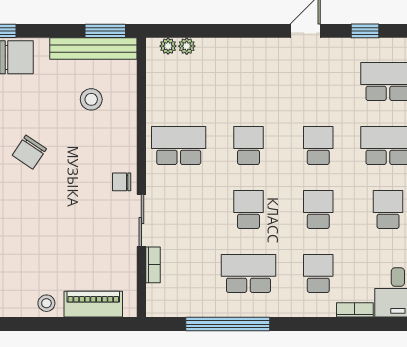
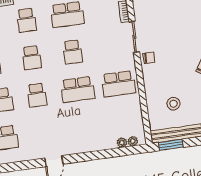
window: (365, 31) -> (19, 166), removed
school desk: (248, 145) -> (78, 89), width x1.85

